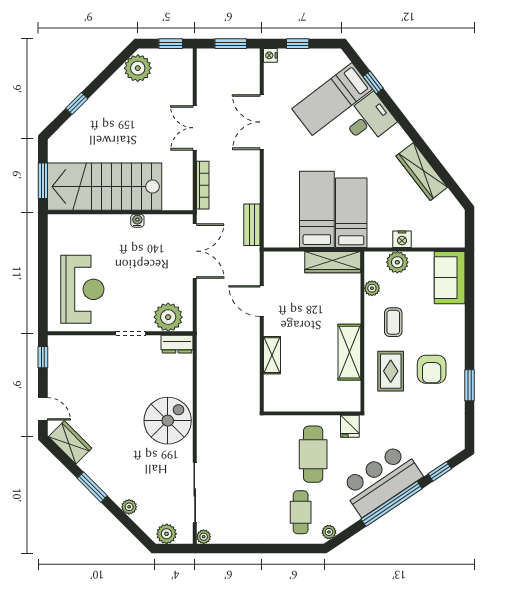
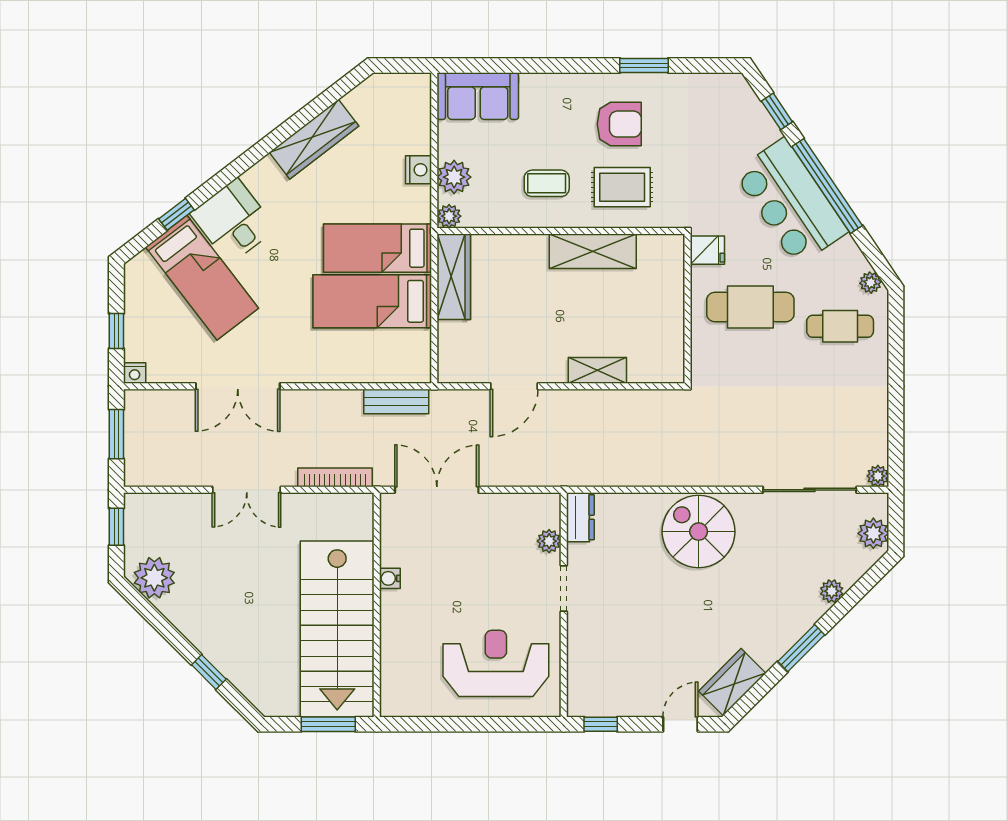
plant: (372, 288) -> (449, 216), moved
plant: (168, 317) -> (549, 541), width x0.53, depth x0.53

